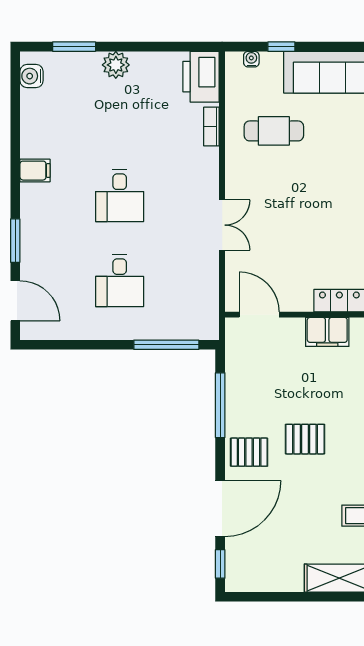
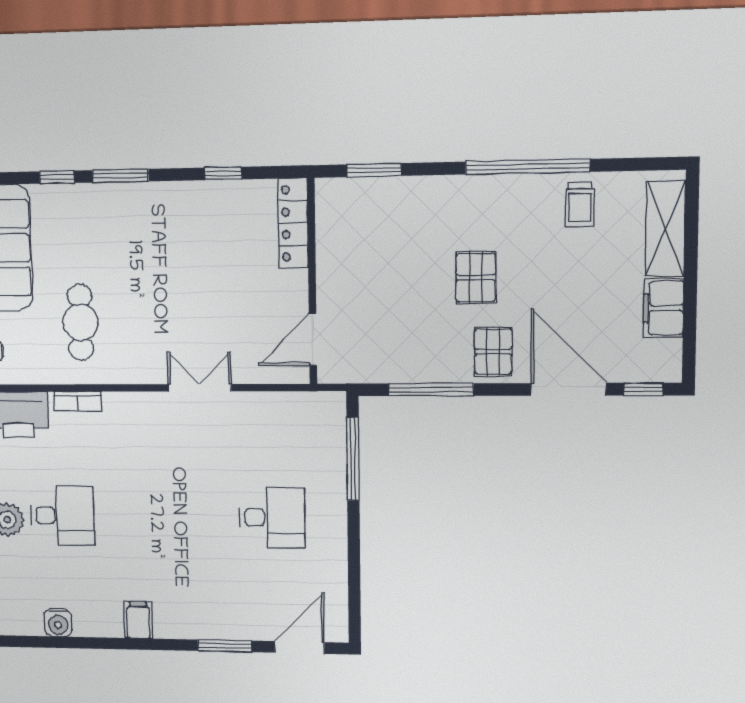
water cooler: (32, 76) -> (58, 623), moved
desk: (120, 196) -> (62, 516), moved
filing cabinet: (327, 332) -> (663, 308), moved, turned 180

